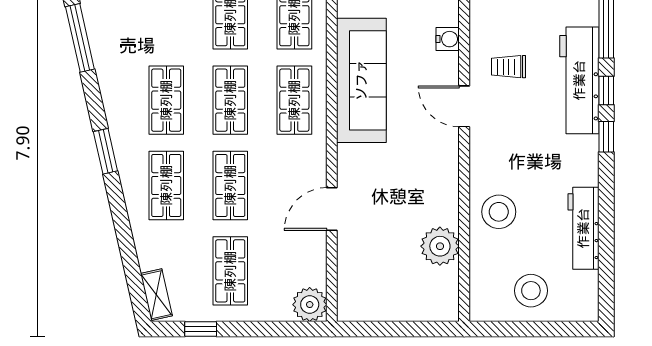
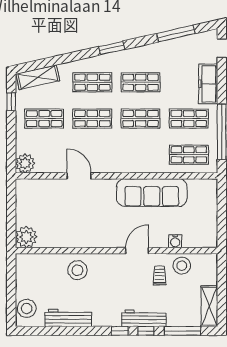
stool: (491, 27) -> (182, 266), added
workbench: (579, 80) -> (144, 318), width x0.73, depth x0.76
shop shelf: (294, 100) -> (141, 155), removed
plant: (440, 246) -> (26, 237), moved
stool: (531, 291) -> (27, 308), moved
shelving: (156, 295) -> (38, 77), width x1.50, depth x1.33

